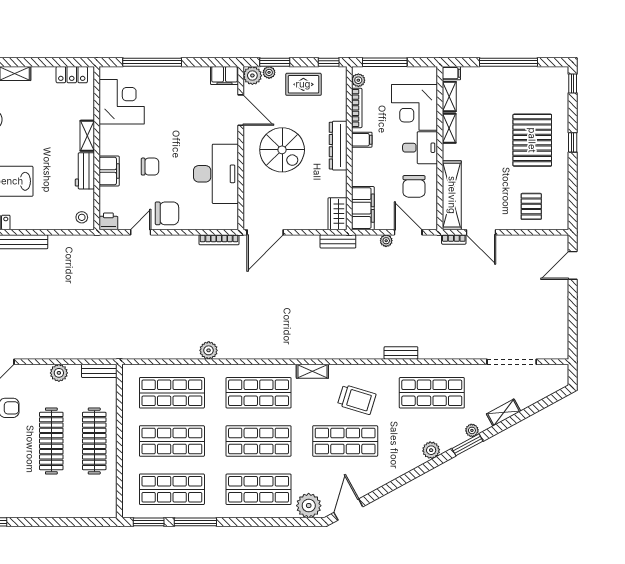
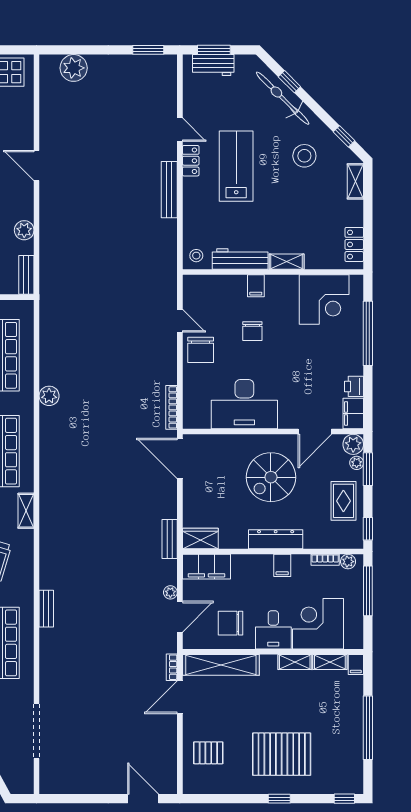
bookcase: (357, 108) -> (325, 560), width x0.64
workbench: (85, 171) -> (240, 259), width x1.38
filing cabinet: (109, 171) -> (256, 286), width x0.50
printer: (108, 221) -> (354, 386), moved, turned 180

